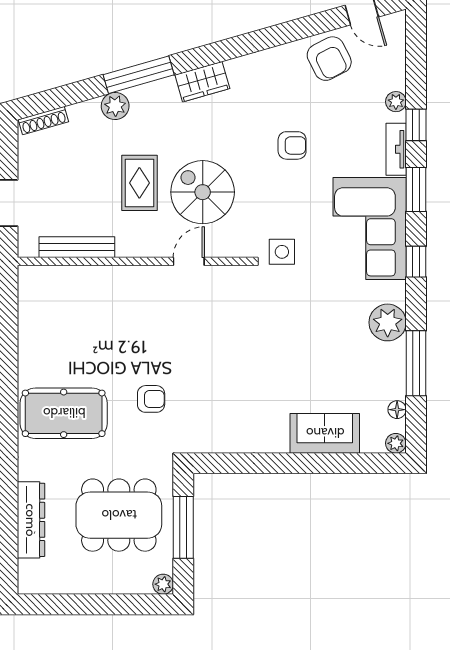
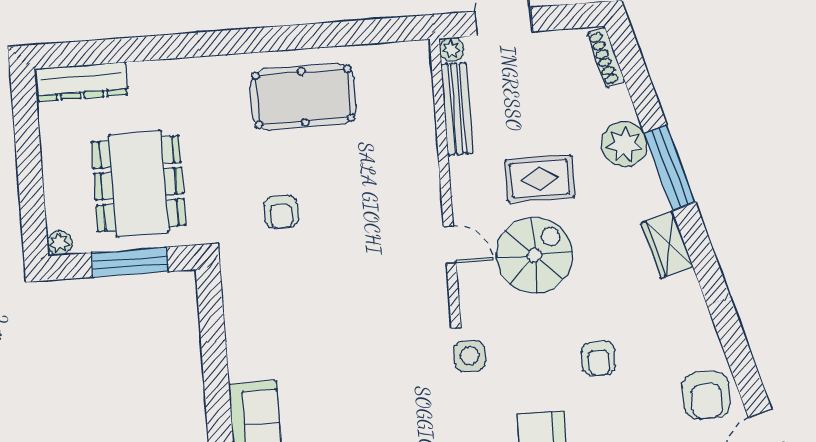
armchair: (329, 59) -> (706, 395), turned -63
plant: (115, 106) -> (624, 144), width x1.36, depth x1.36
plant: (27, 248) -> (452, 49), added
pool table: (64, 413) -> (303, 97), moved, turned 90
dresser: (31, 520) -> (81, 82), moved

